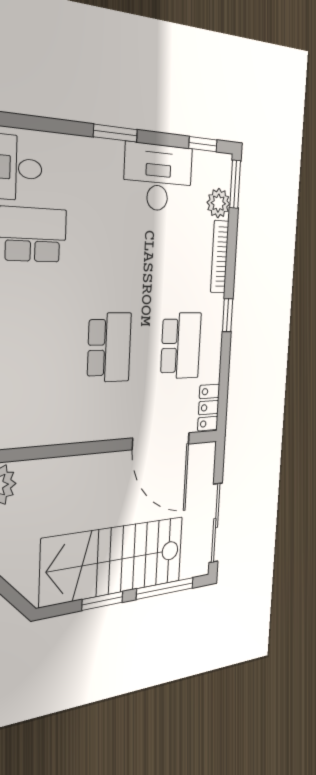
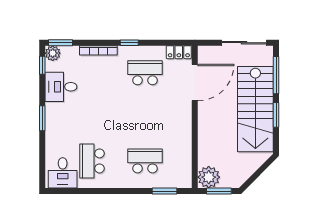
desk: (158, 178) -> (61, 87), width x0.73
plant: (218, 203) -> (53, 53), moved
school desk: (109, 347) -> (145, 161), moved

